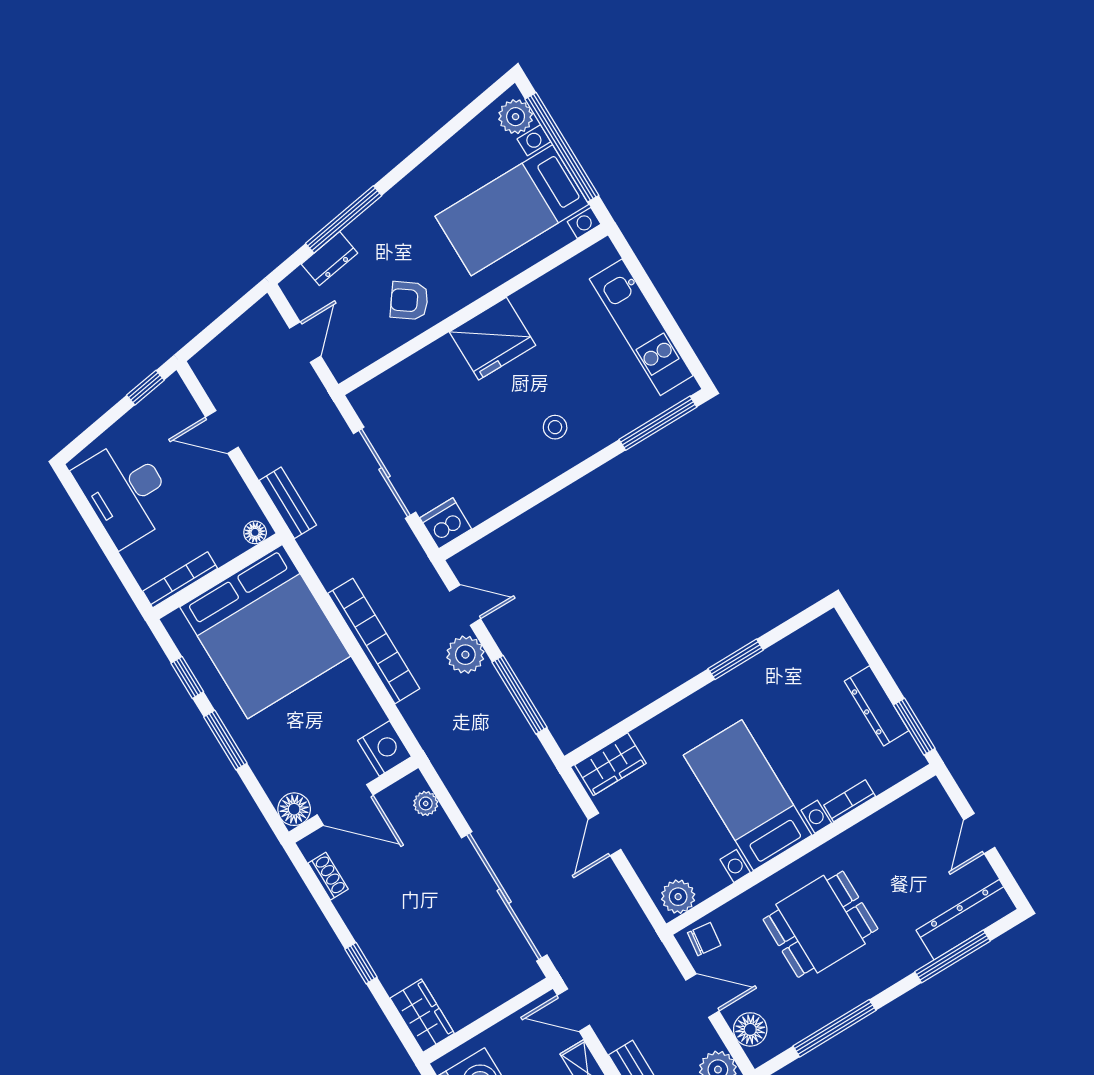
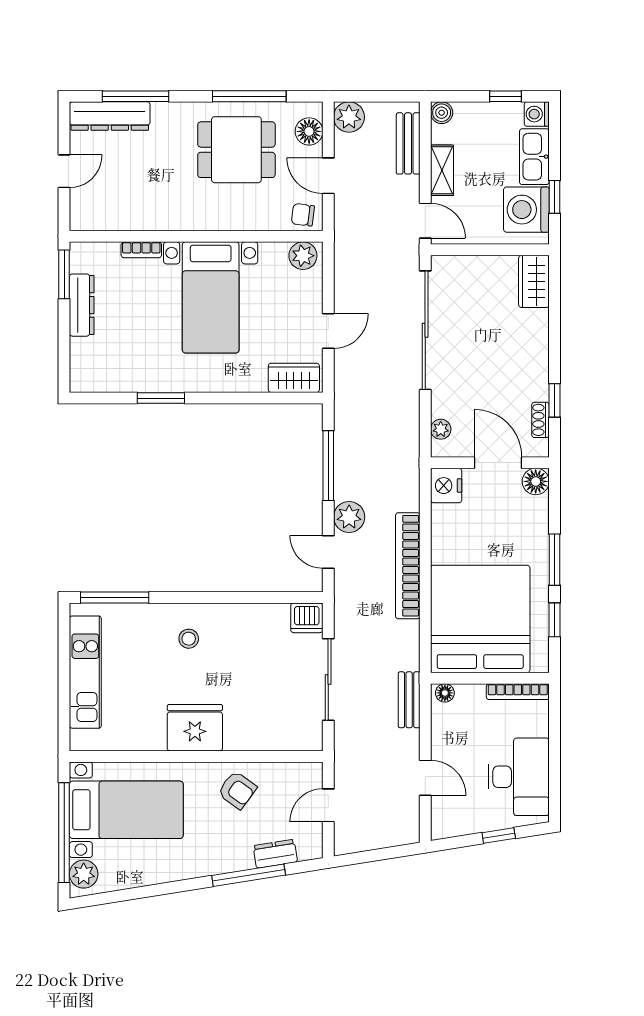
window: (145, 388) -> (499, 836), moved
dining table: (820, 924) -> (236, 150), moved
window: (361, 963) -> (555, 400), moved

